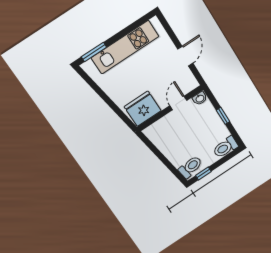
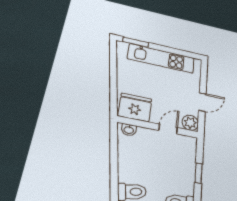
plant: (190, 83) -> (190, 123), added
washbasin: (200, 98) -> (129, 130), moved

